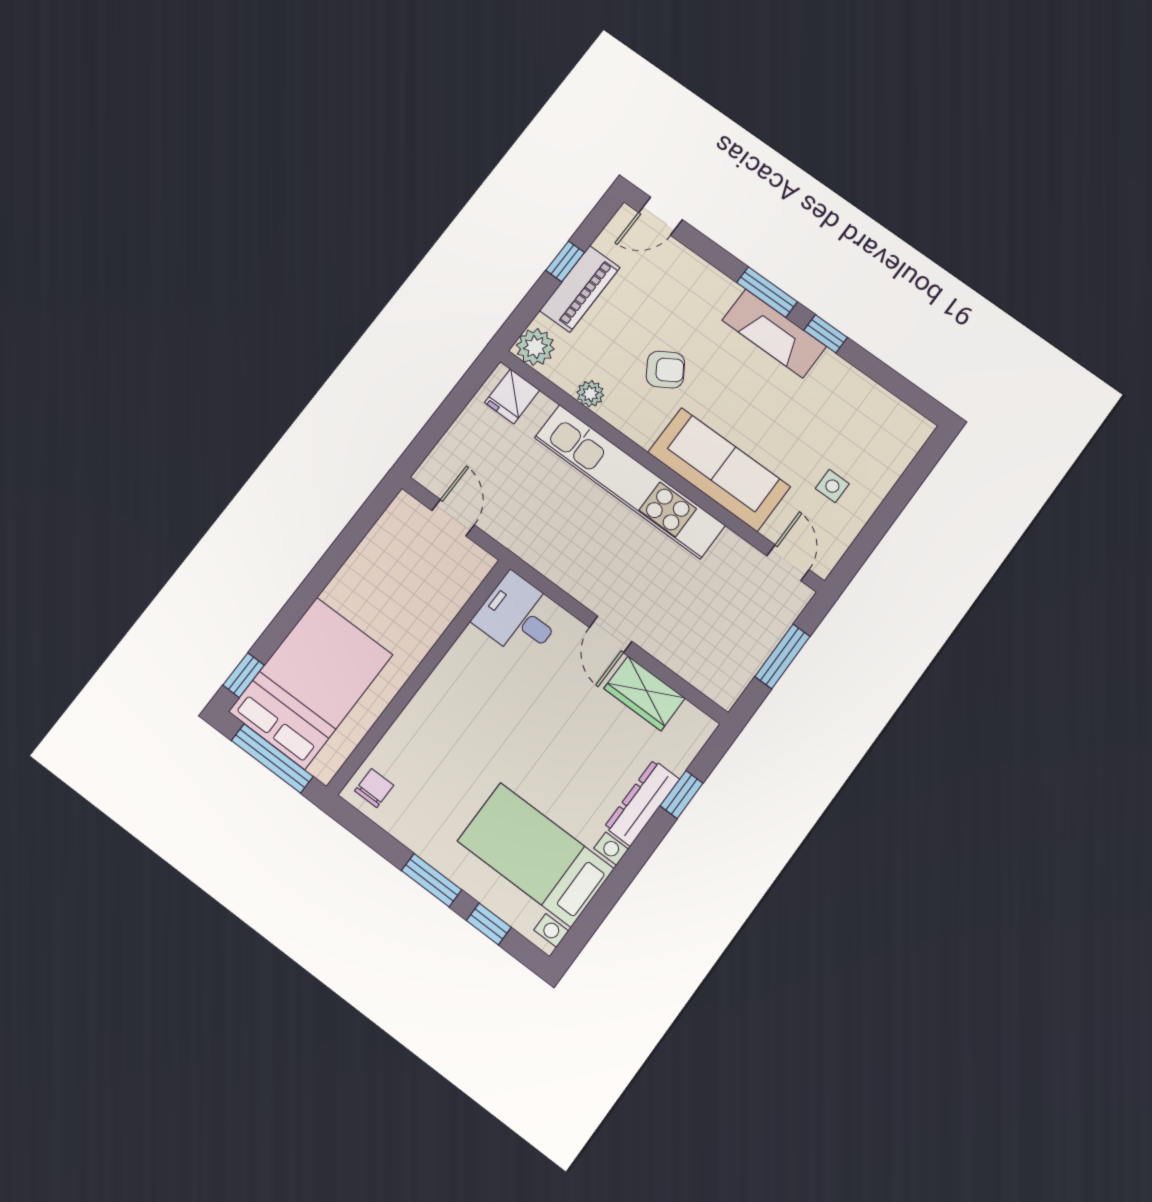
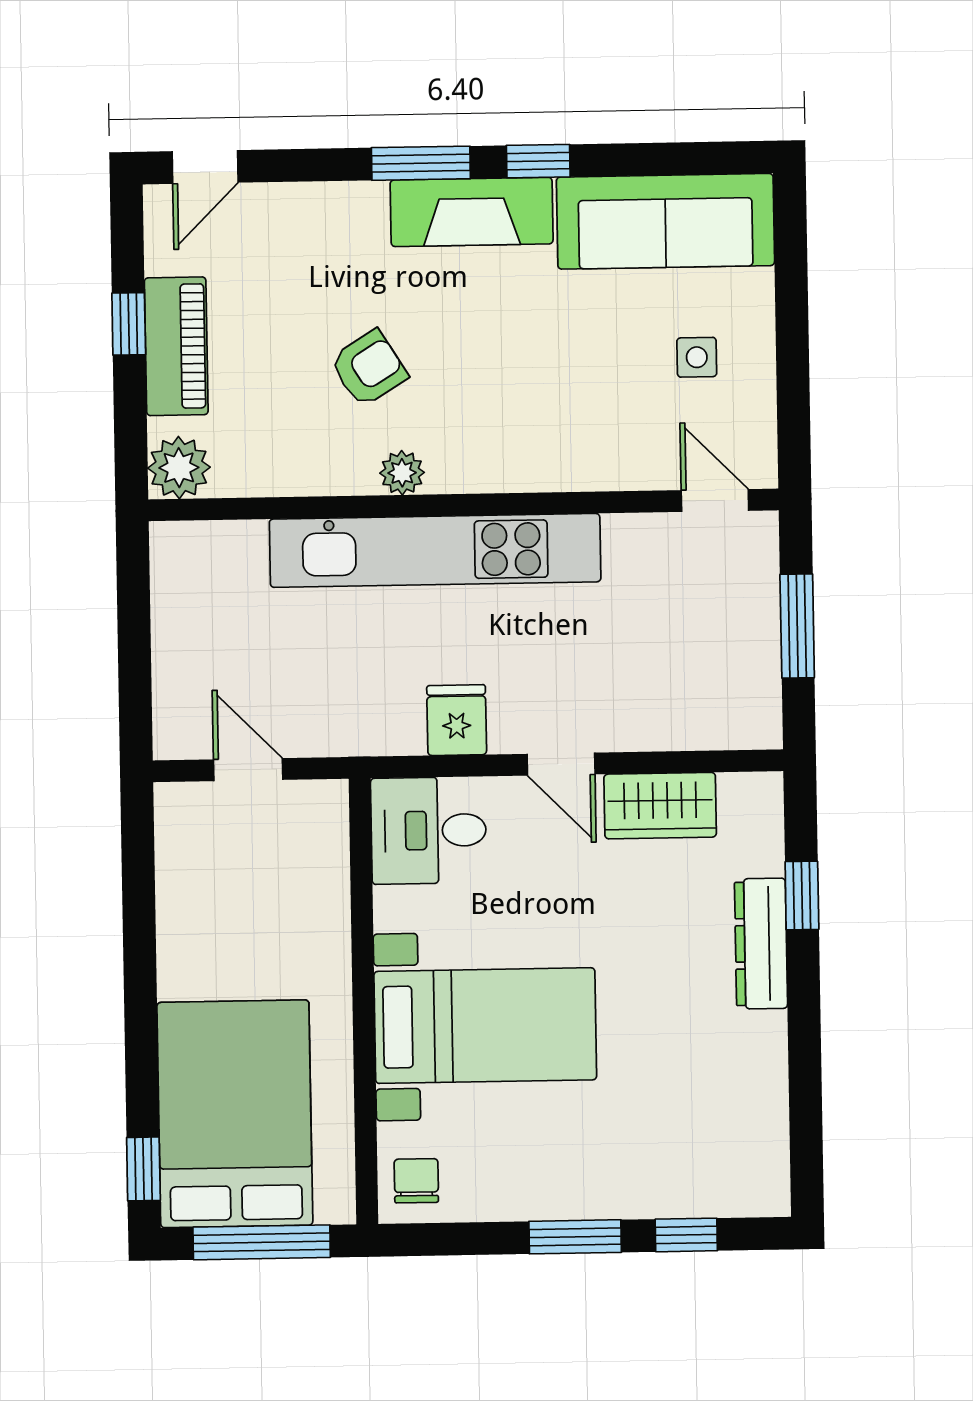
plant: (590, 394) -> (402, 473), moved
fridge: (512, 396) -> (457, 720), moved, turned 180
sofa: (719, 469) -> (665, 221), moved, turned 180
bed with nightstands: (536, 855) -> (485, 1026), moved, turned 180

